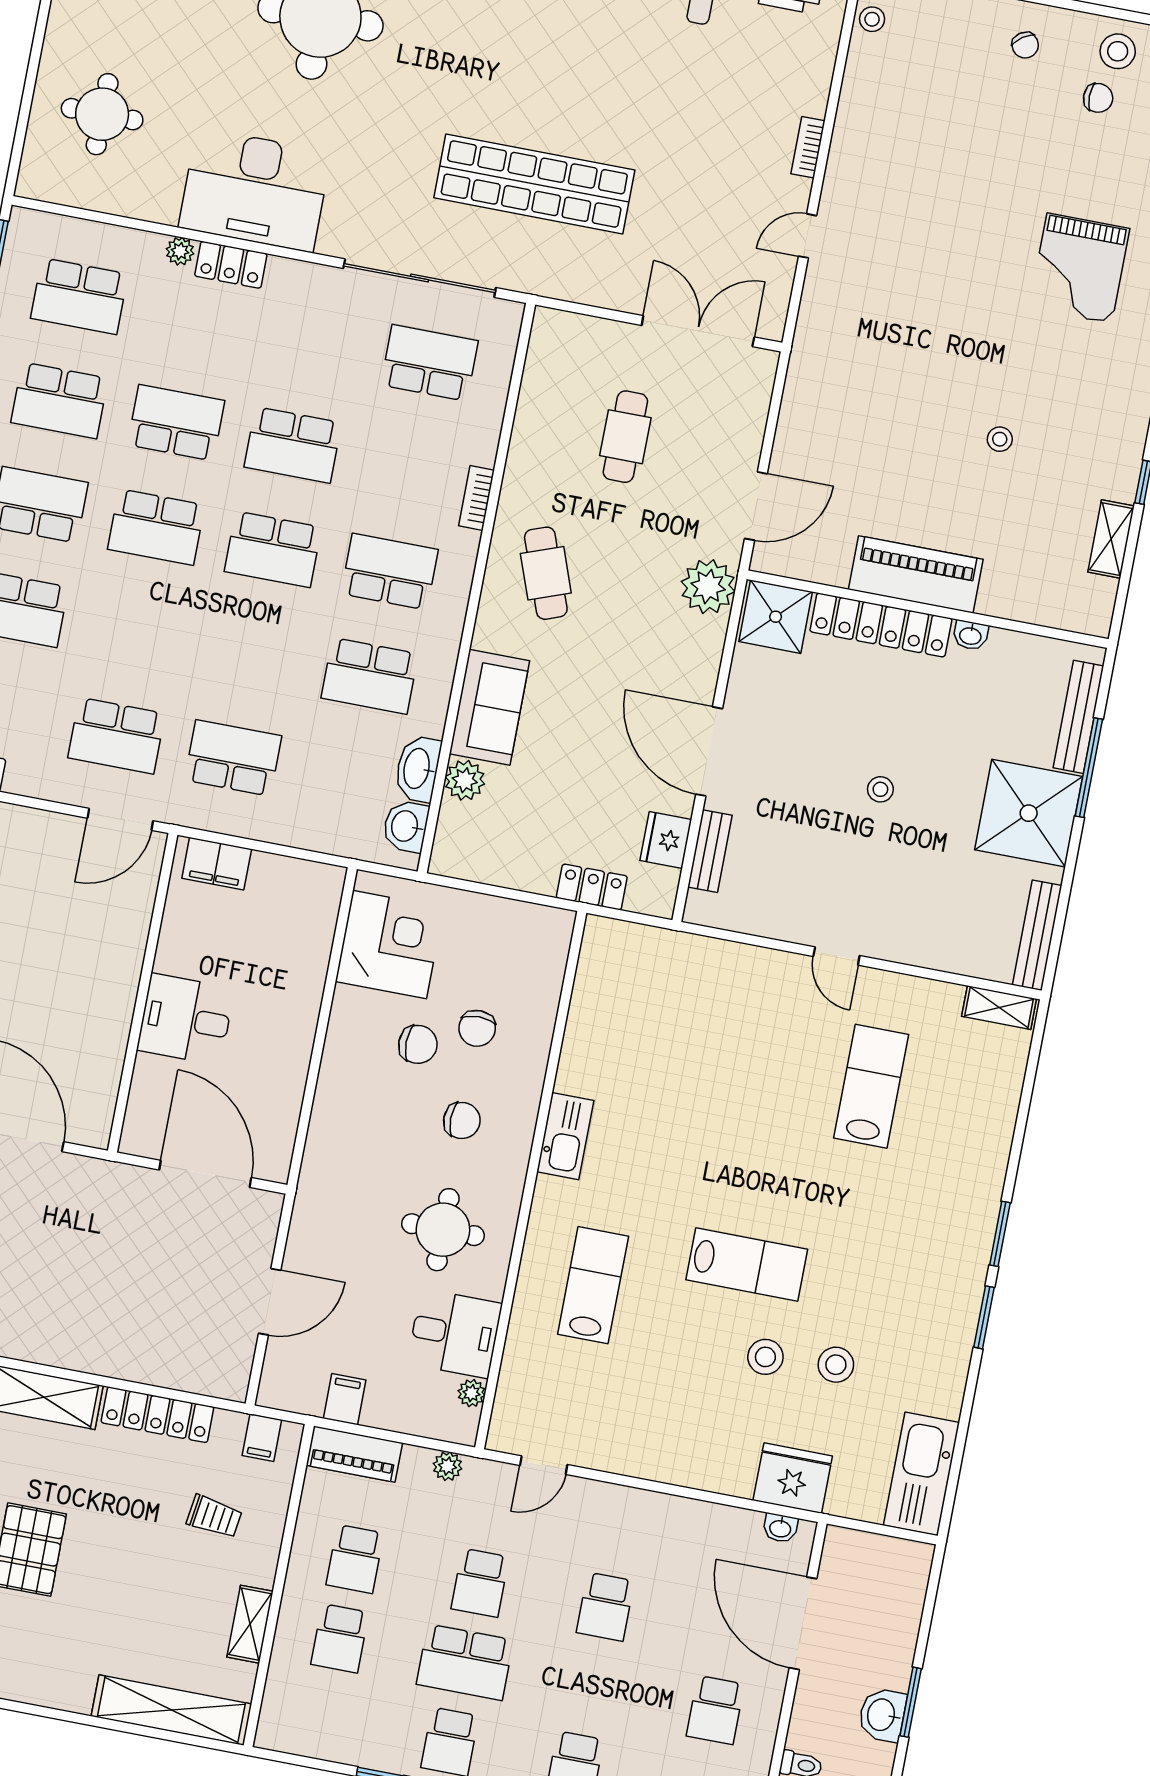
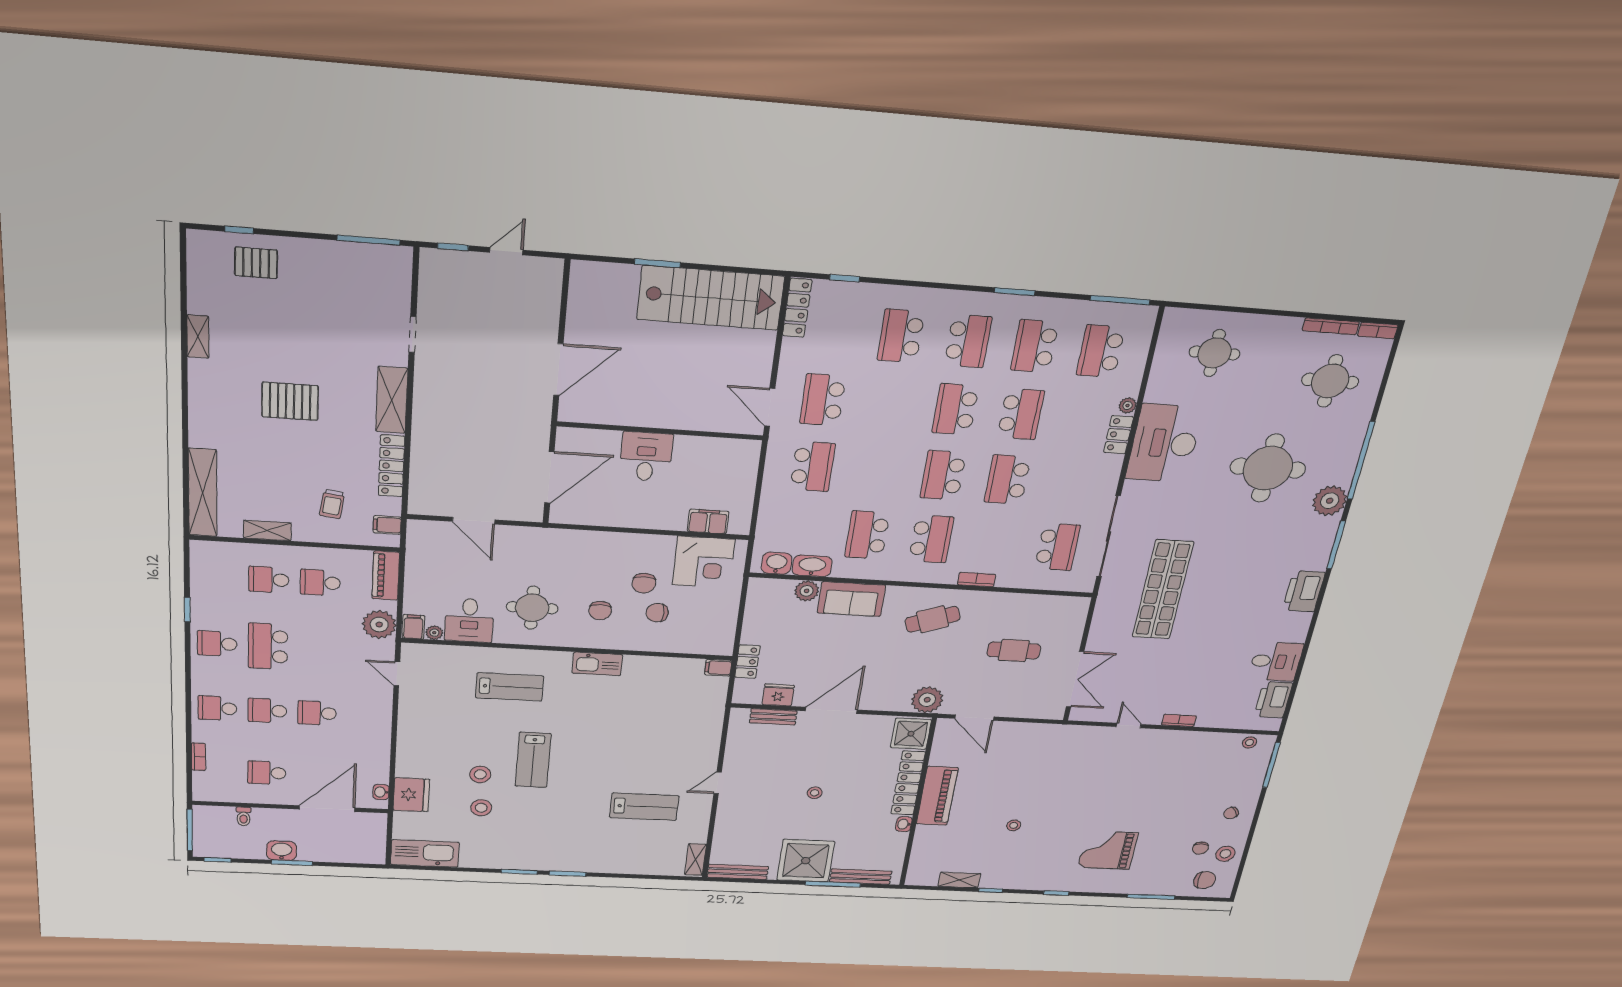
filing cabinet: (217, 864) -> (708, 521), moved, turned 90
filing cabinet: (598, 937) -> (718, 668), added
filing cabinet: (345, 1399) -> (413, 627), moved, turned -90
plant: (448, 1466) -> (379, 625), width x1.87, depth x1.87
school desk: (480, 1583) -> (267, 711), moved

